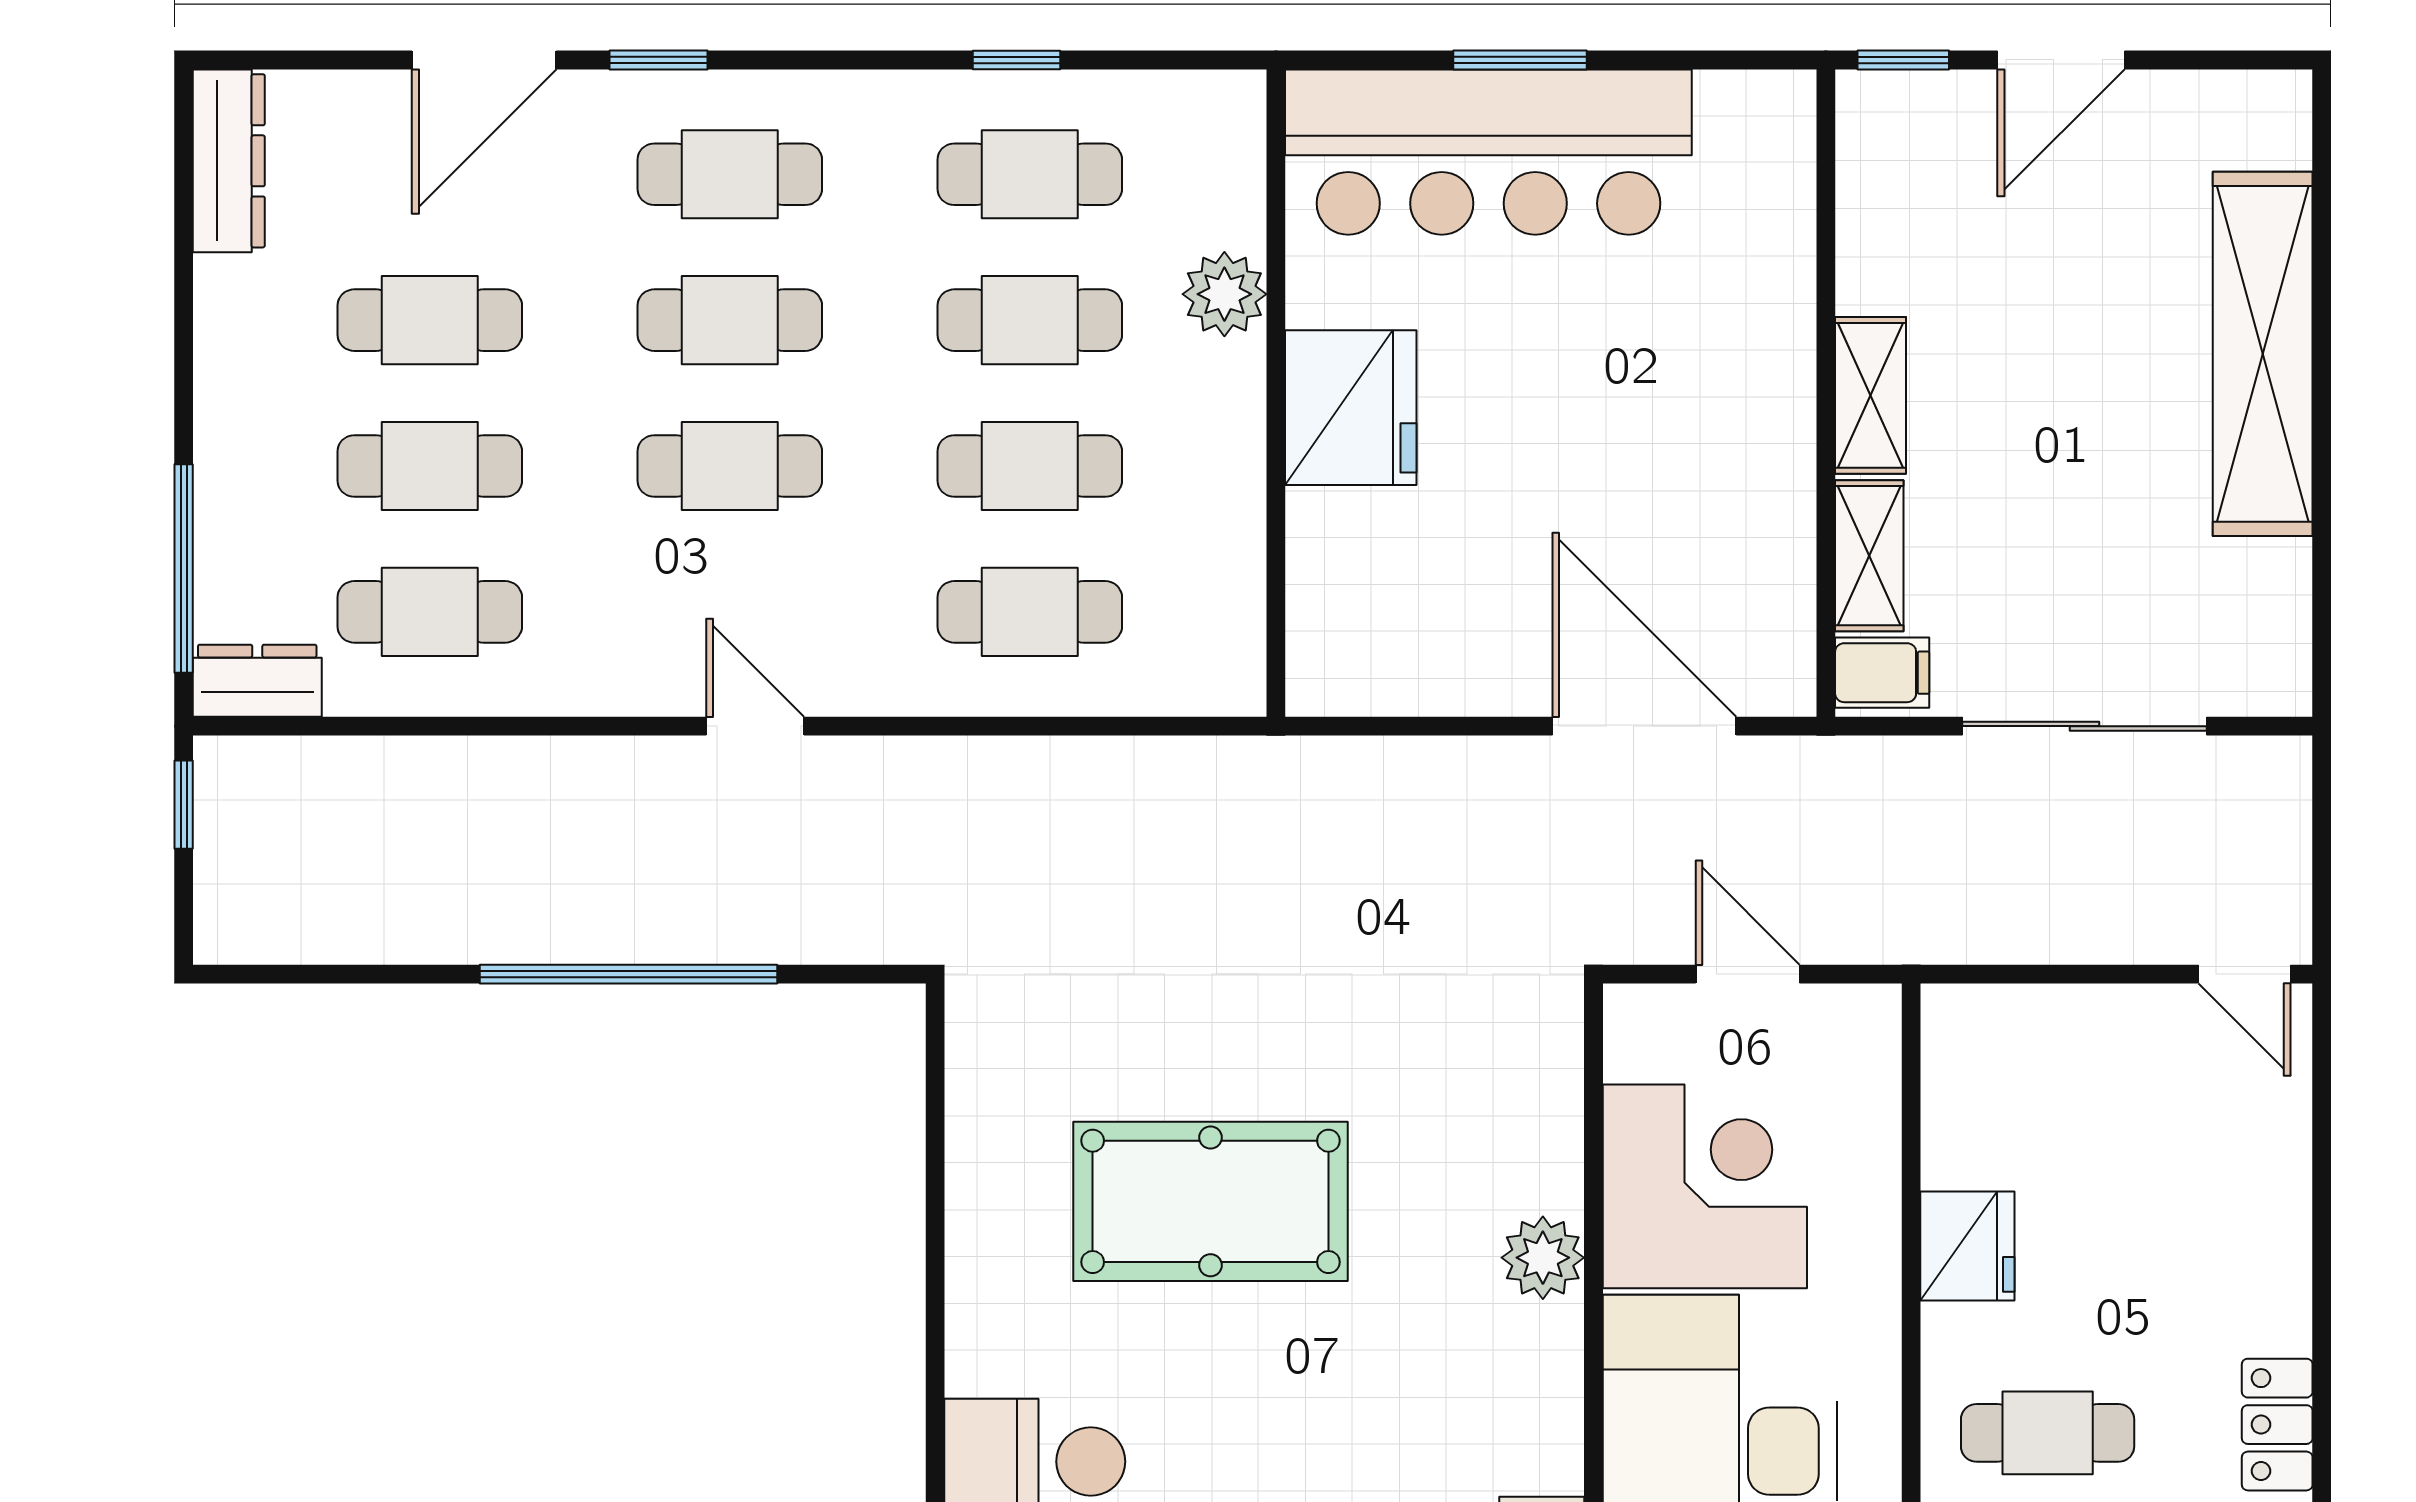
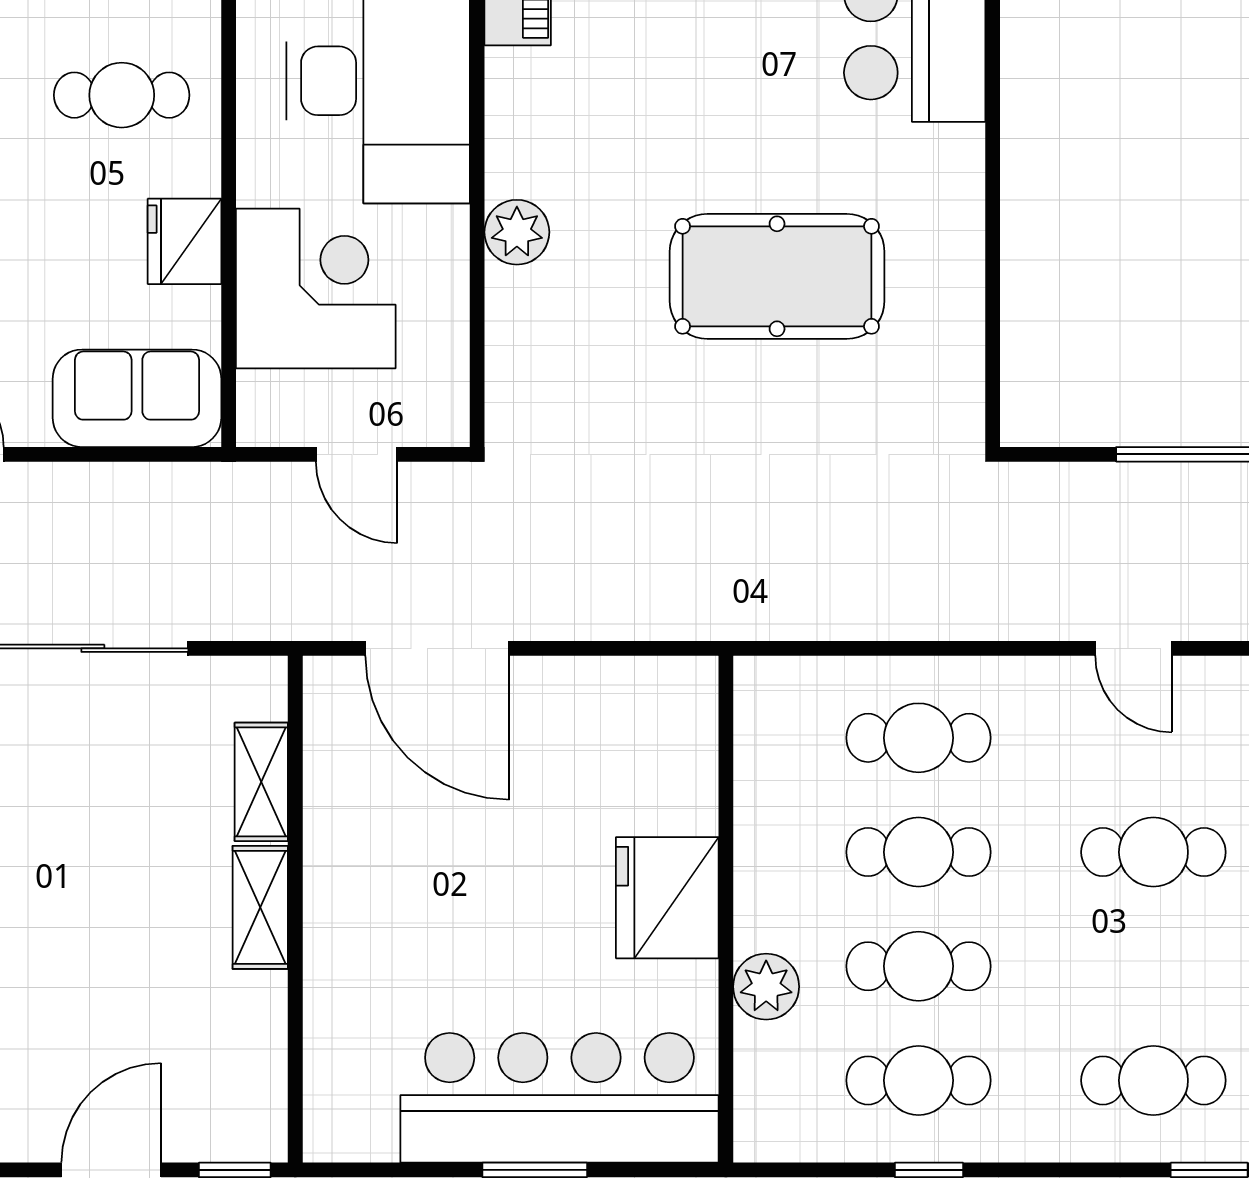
cafe table: (730, 320) -> (1153, 966), removed
filing cabinet: (1882, 673) -> (251, 690), removed
sofa: (2028, 1046) -> (137, 398), added
corner desk: (1705, 1186) -> (316, 289), moved, turned 180

